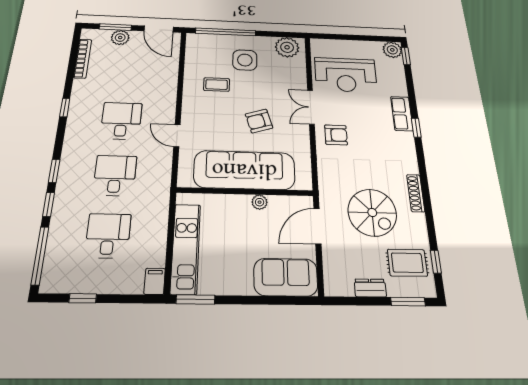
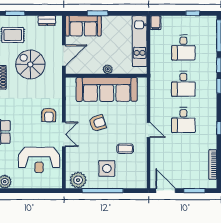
window: (226, 32) -> (103, 191), moved
plant: (120, 38) -> (190, 182), removed
reception desk: (346, 75) -> (39, 160), turned 180
armchair: (336, 135) -> (49, 115), turned -90
door: (177, 136) -> (148, 130), moved
plant: (260, 202) -> (108, 69), moved
dresser: (370, 288) -> (47, 21), moved
window: (196, 299) -> (98, 13), moved

